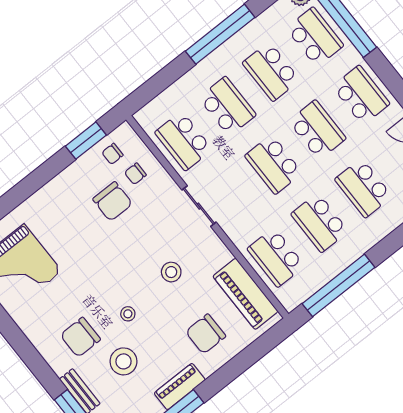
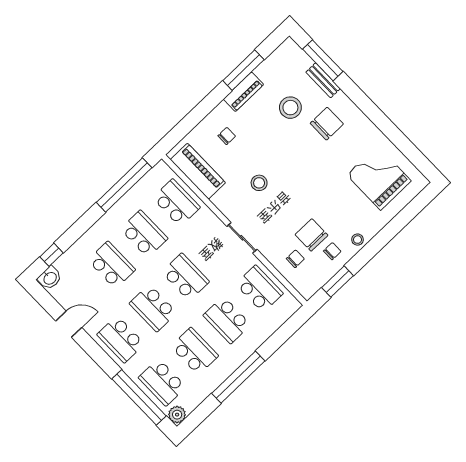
chair: (112, 154) -> (332, 251), moved
stool: (128, 314) -> (357, 240), moved
chair: (206, 334) -> (227, 136), width x0.54, depth x0.54

